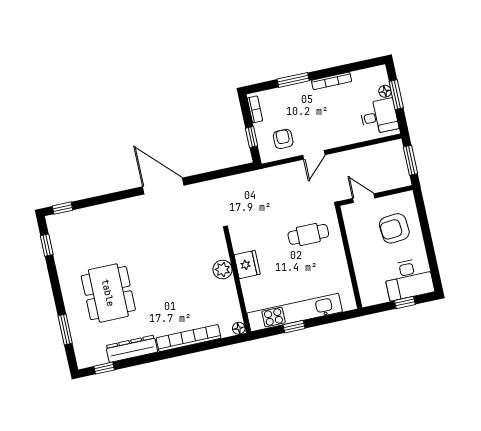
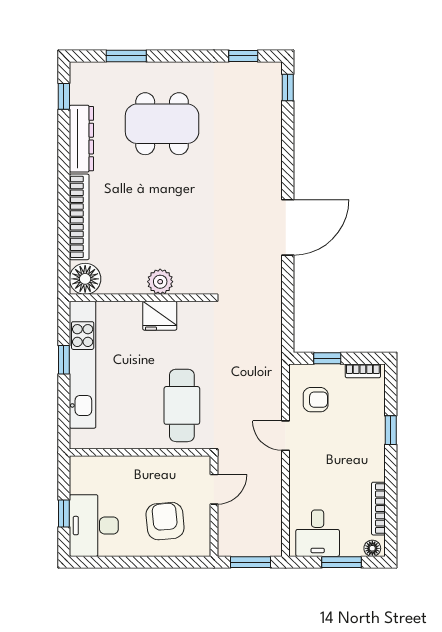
window: (293, 80) -> (391, 430), width x0.67
bookcase: (331, 81) -> (378, 509), moved
floor lamp: (385, 91) -> (372, 548), moved
cafe table: (308, 234) -> (182, 405), width x1.37, depth x1.35
floor lamp: (239, 328) -> (85, 279), width x1.89, depth x1.89

